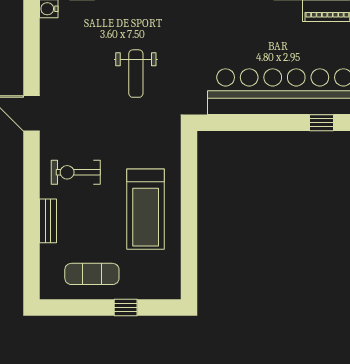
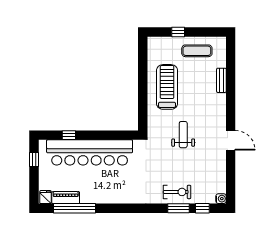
weight bench: (136, 74) -> (183, 135), moved
exercise bike: (76, 172) -> (177, 192), moved

